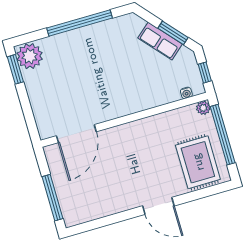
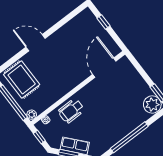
wheelchair: (146, 92) -> (71, 111), added
window: (52, 198) -> (104, 22), width x0.46

